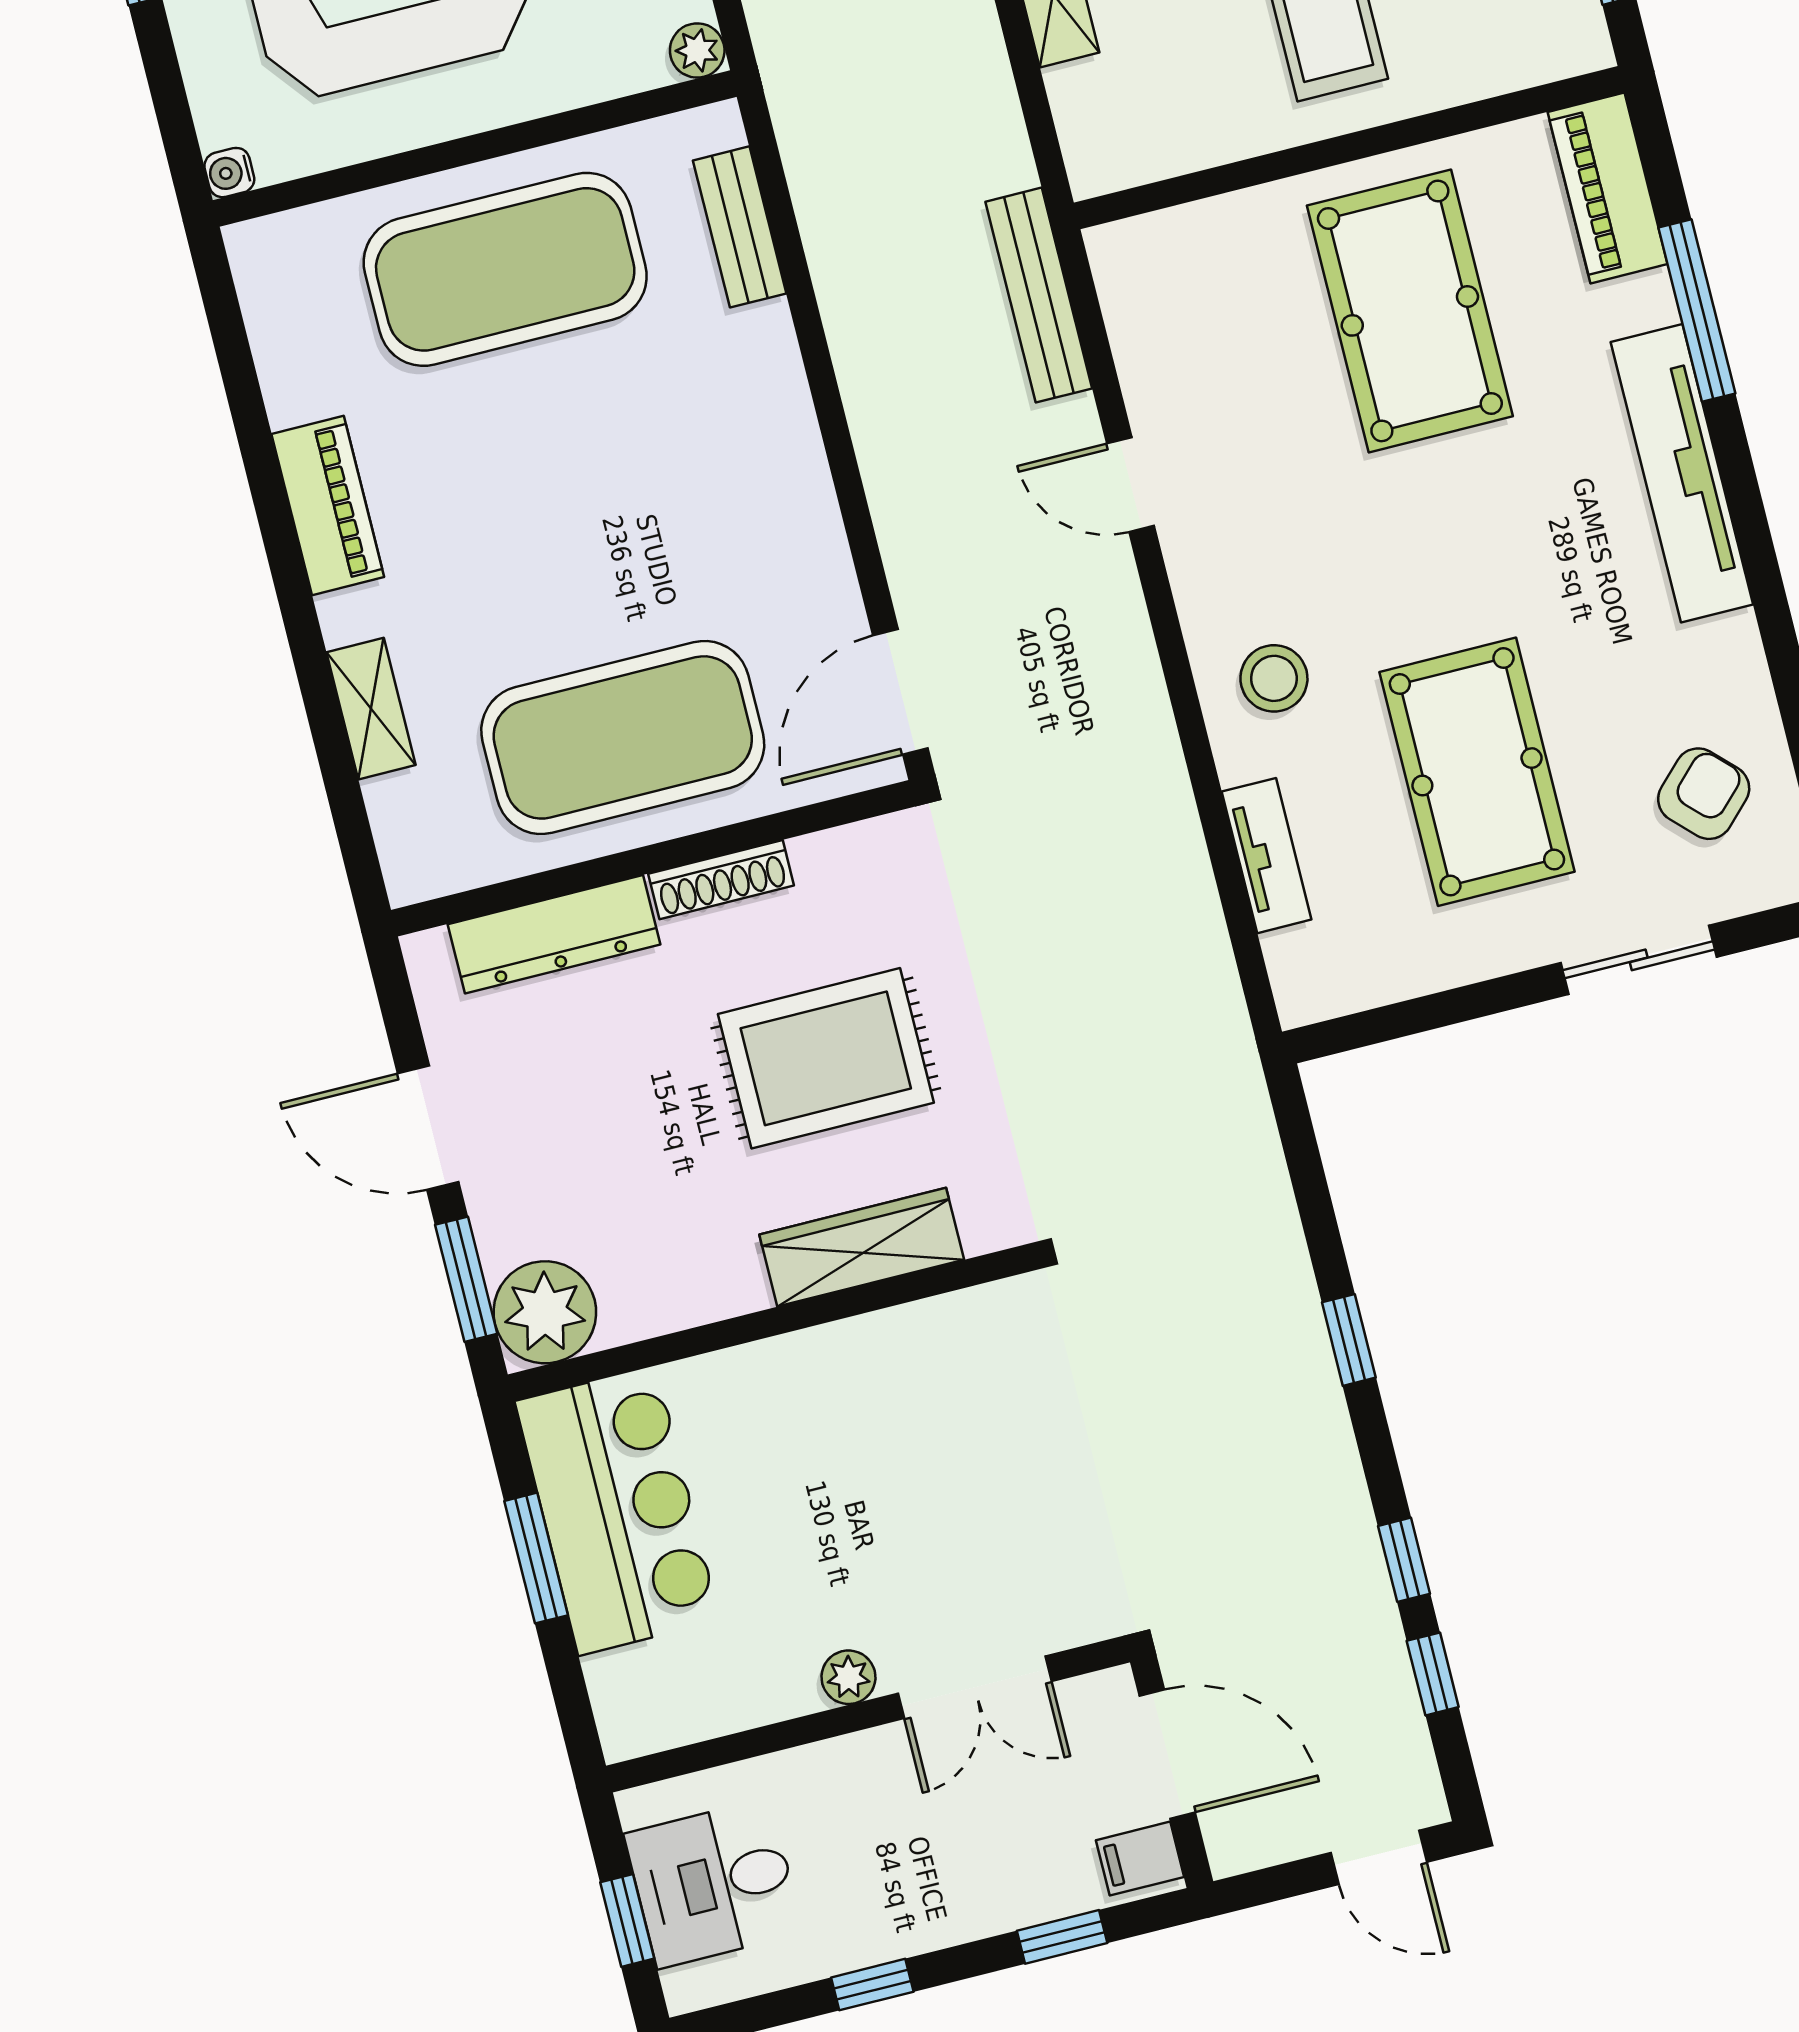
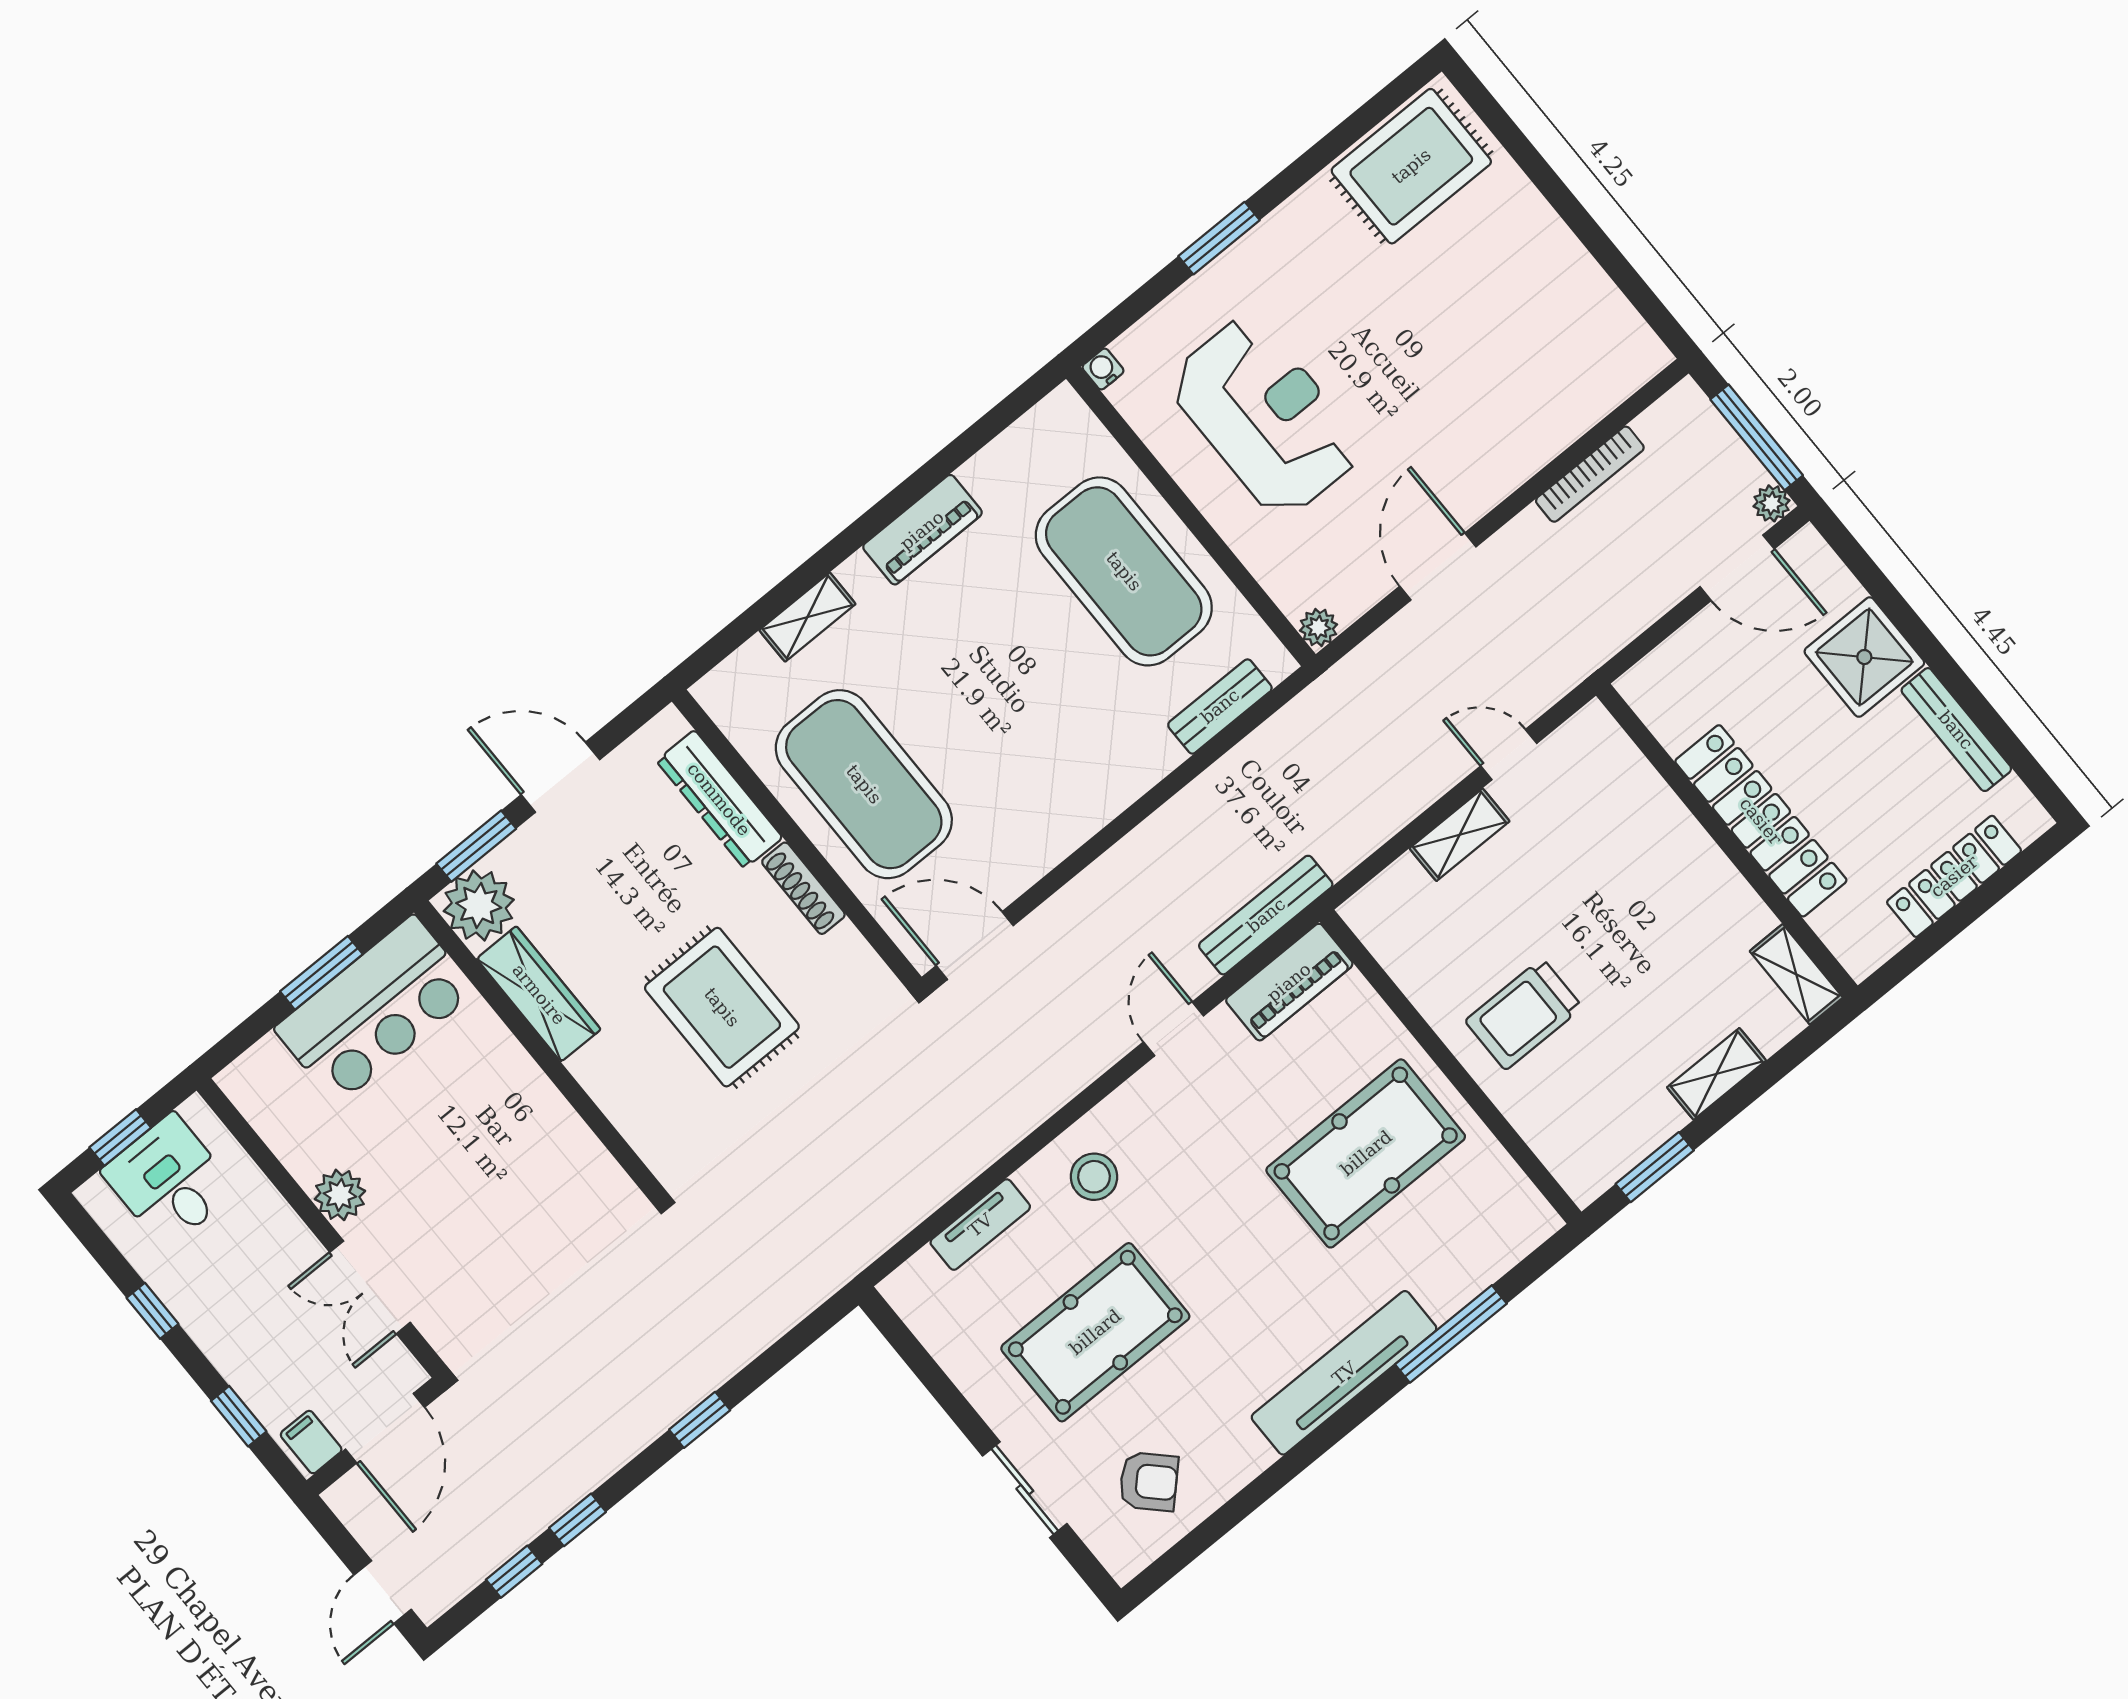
piano: (1608, 188) -> (1289, 982), moved, turned 180
door: (428, 1128) -> (560, 777), hinge flipped
wardrobe: (862, 1247) -> (539, 994), moved
plant: (849, 1677) -> (340, 1195), width x1.38, depth x1.38

